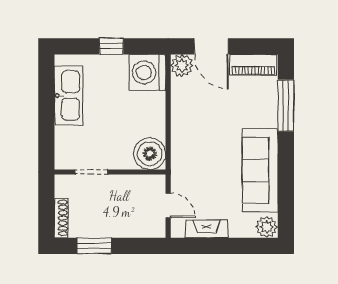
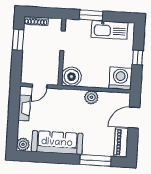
plant: (182, 66) -> (91, 97), moved
window: (46, 127) -> (91, 15), added

